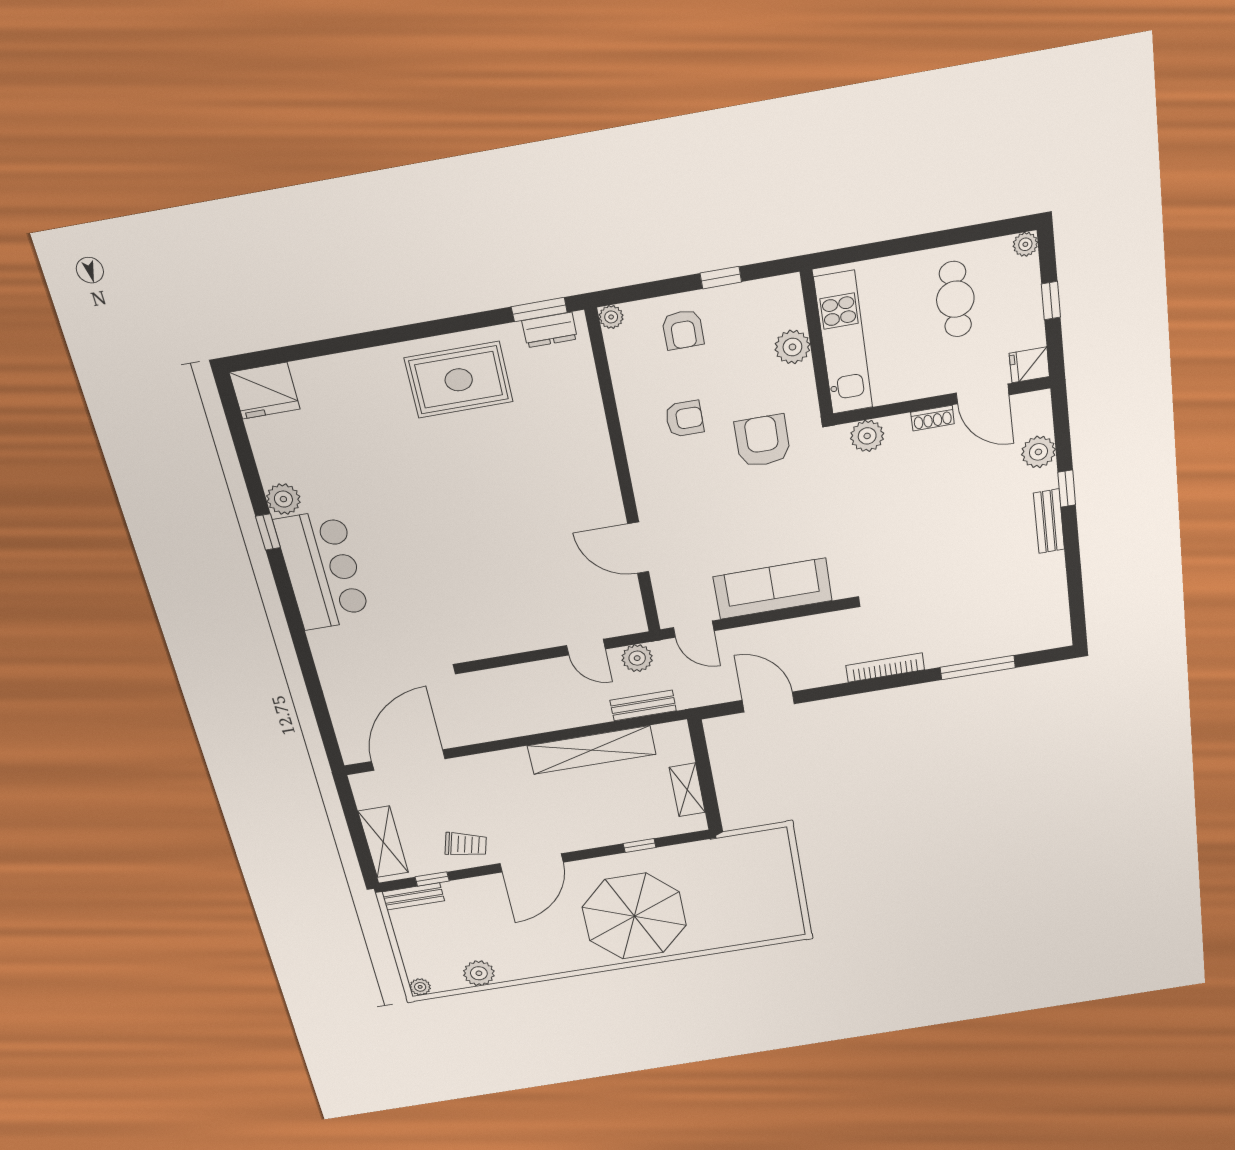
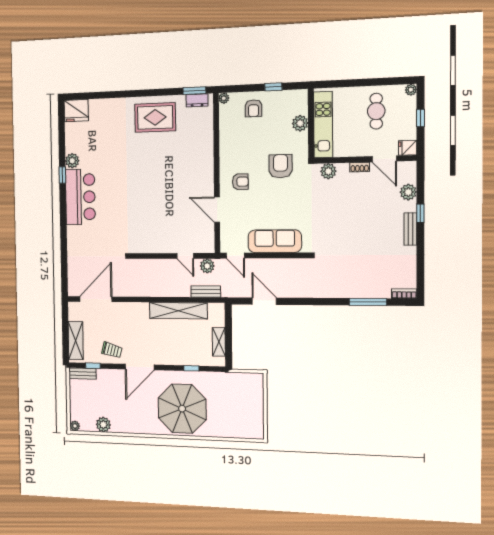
armchair: (684, 419) -> (240, 182), moved
bookcase: (885, 668) -> (404, 294), moved, width x0.64

